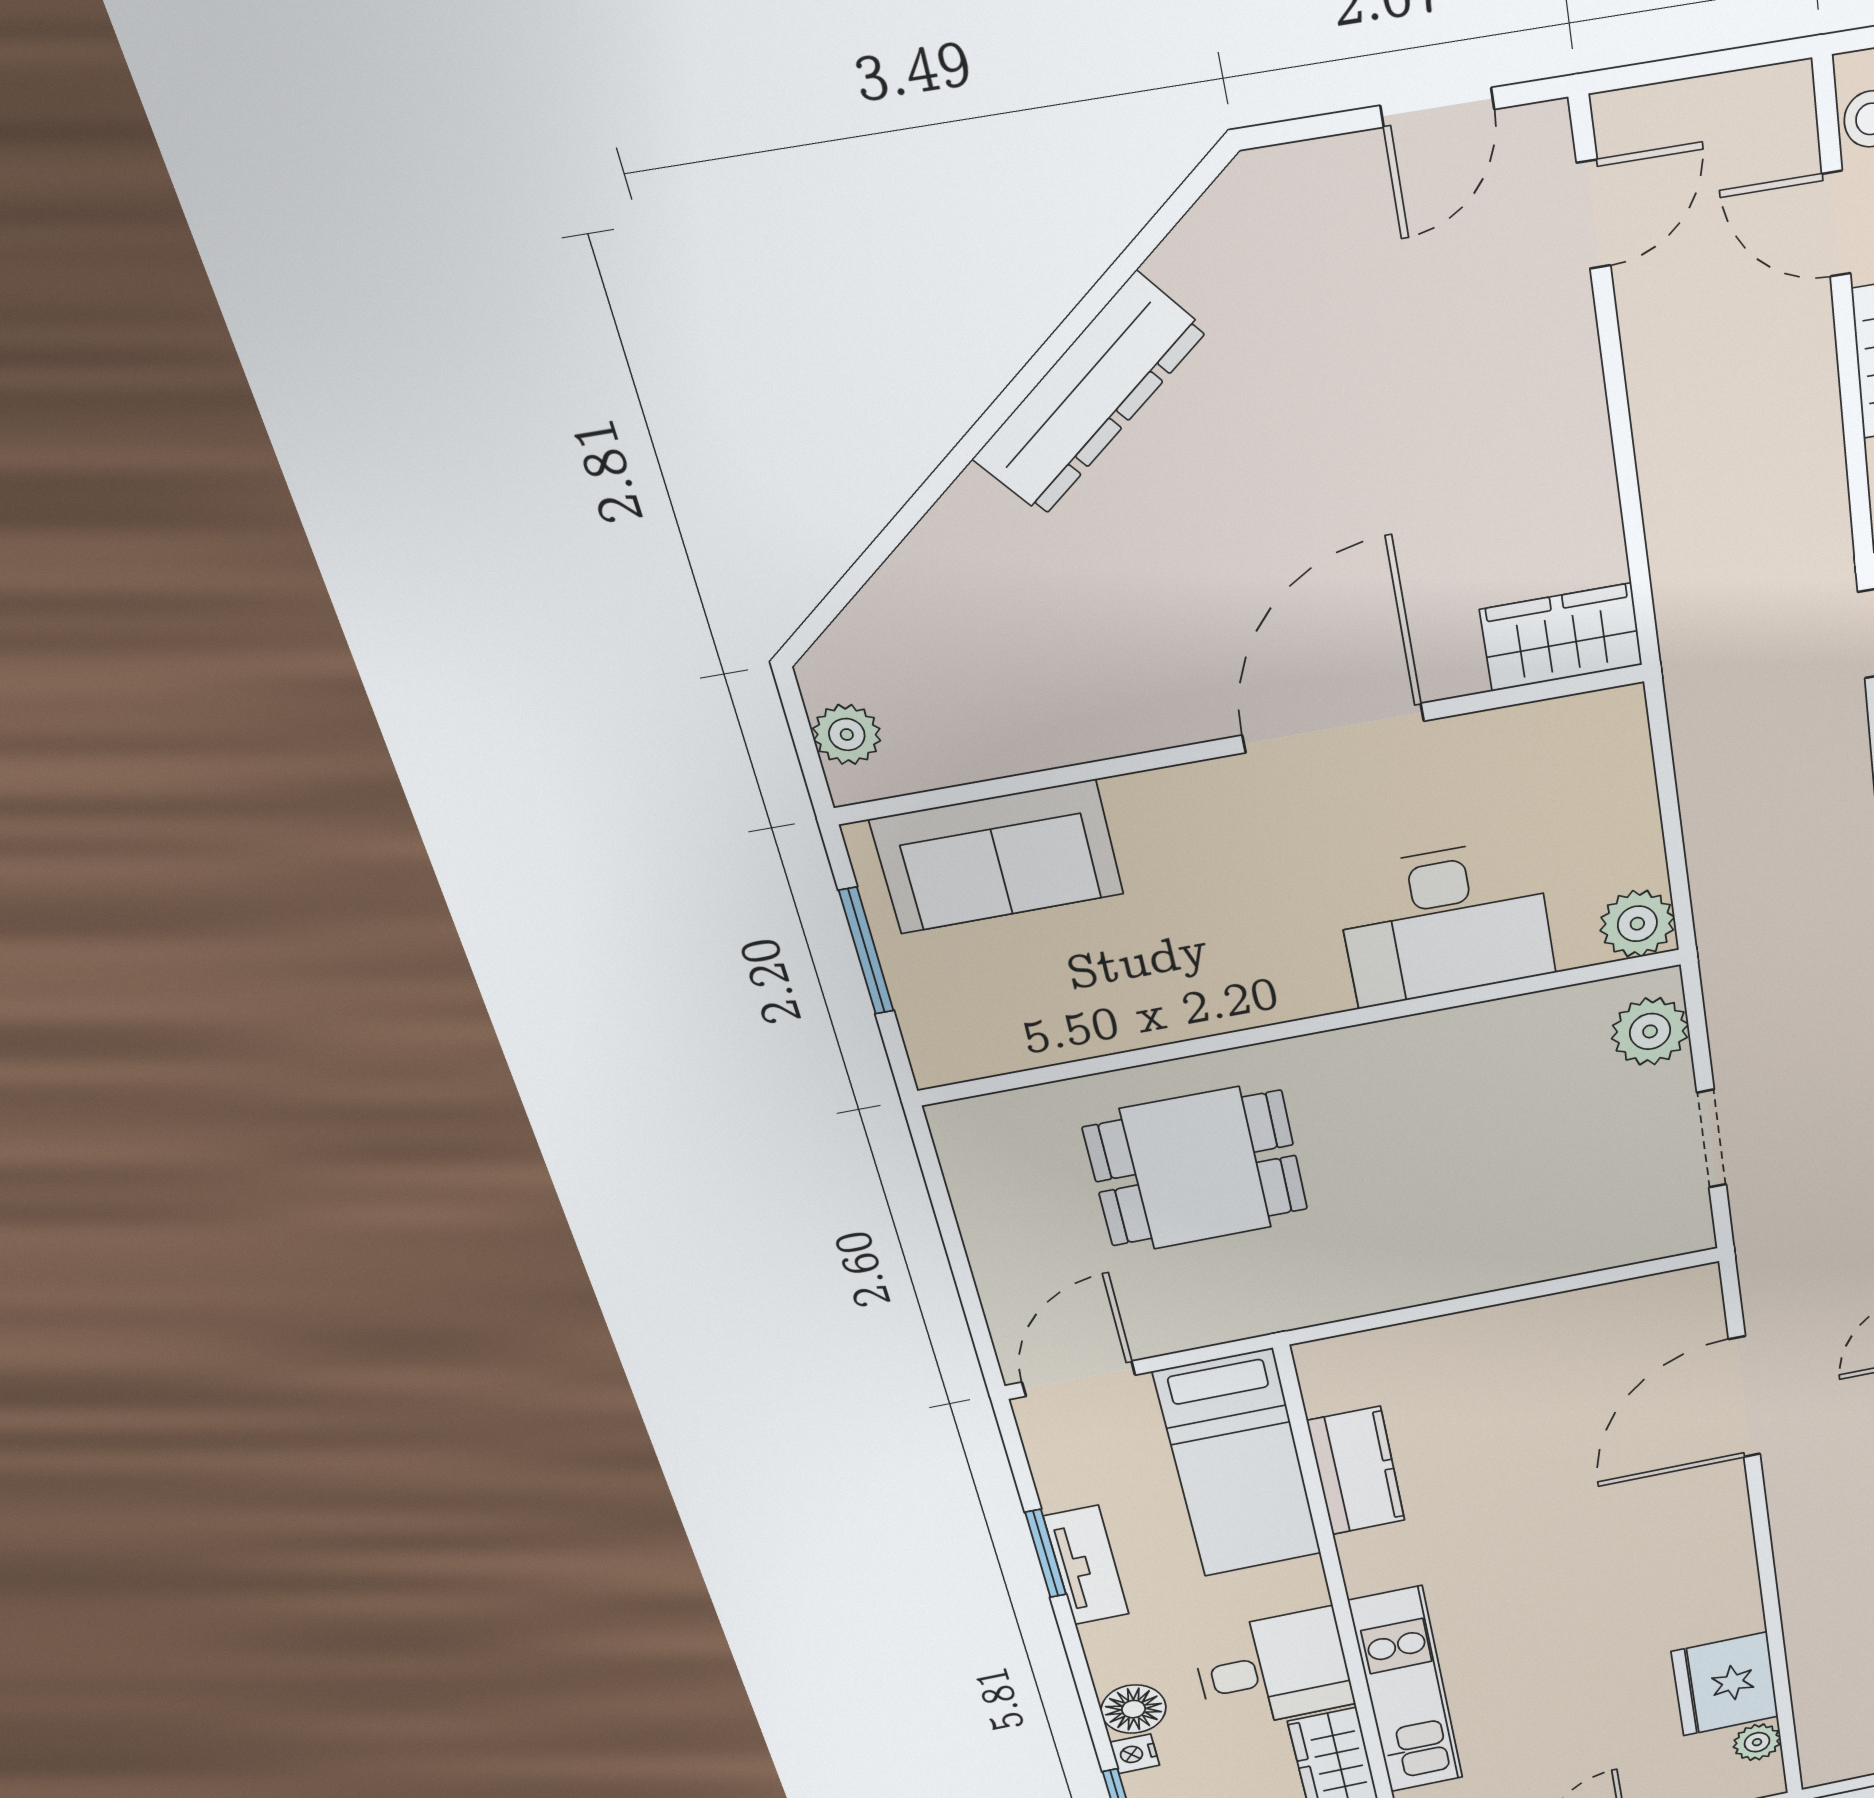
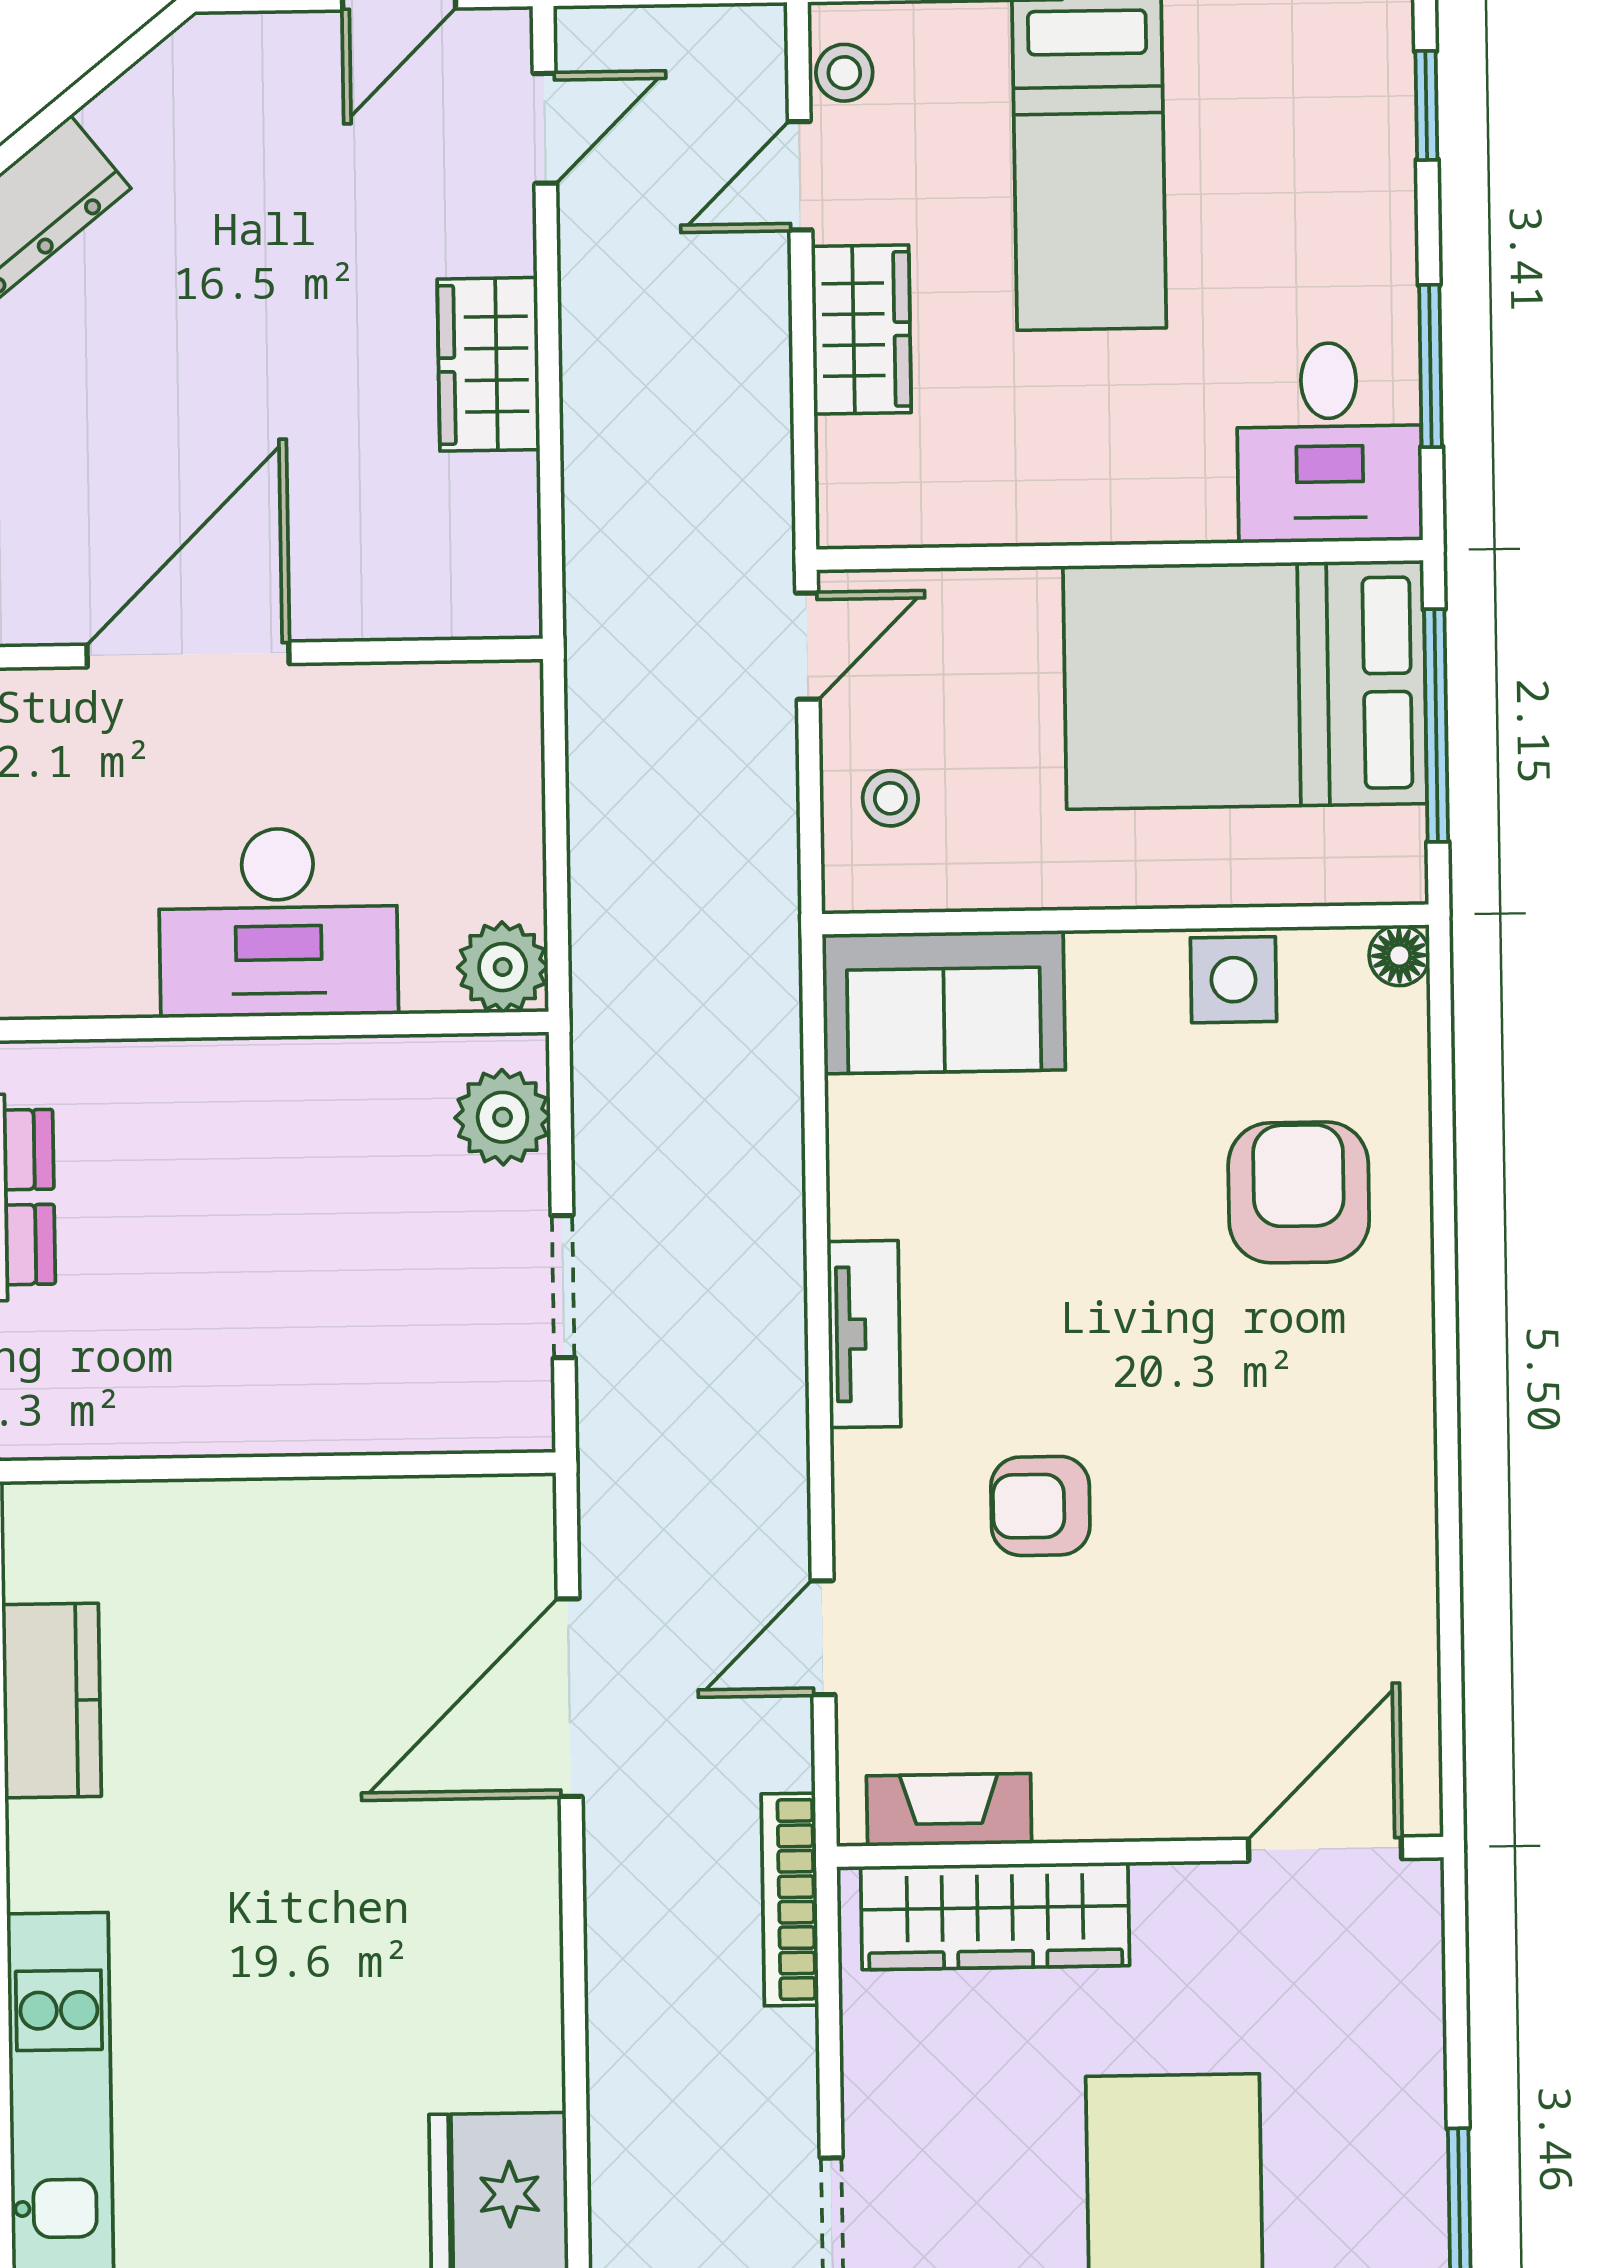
door: (1836, 224) -> (800, 176), hinge flipped
wardrobe: (1561, 637) -> (489, 364), moved, turned -90

